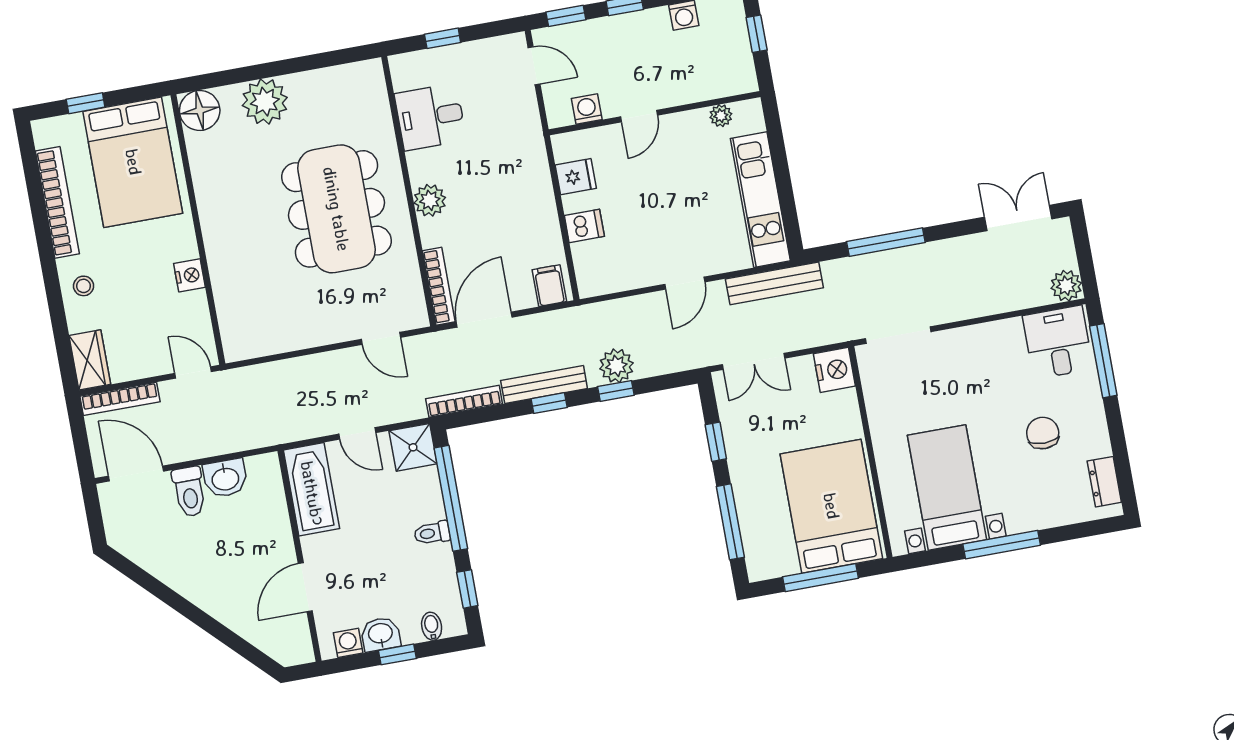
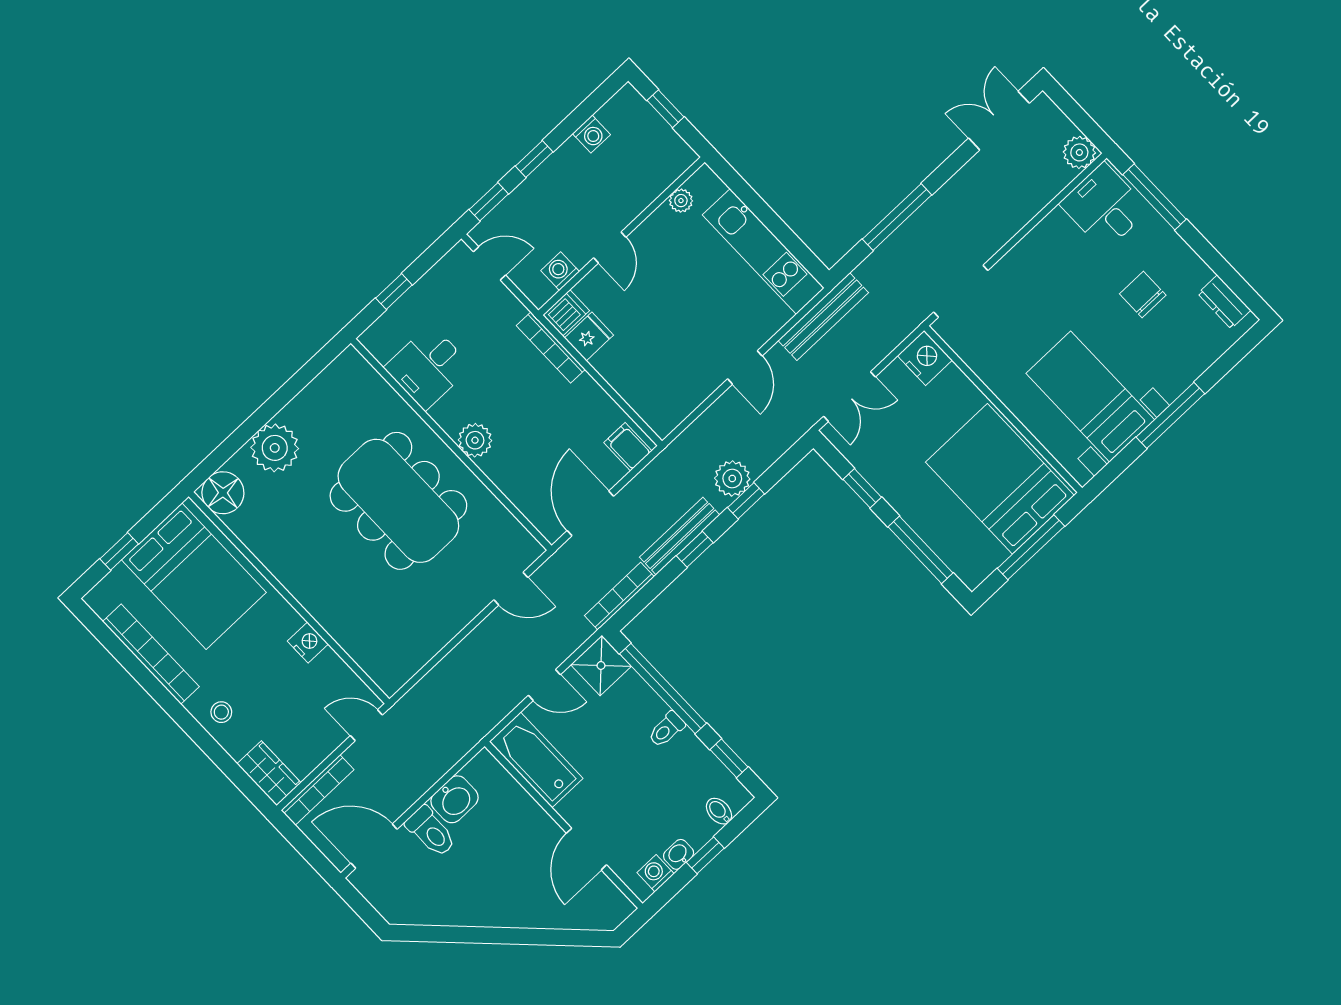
dishwasher: (584, 226) -> (566, 313), moved
bookcase: (439, 286) -> (551, 348), moved, turned 180
washbasin: (381, 634) -> (679, 854), width x0.72, depth x0.69

